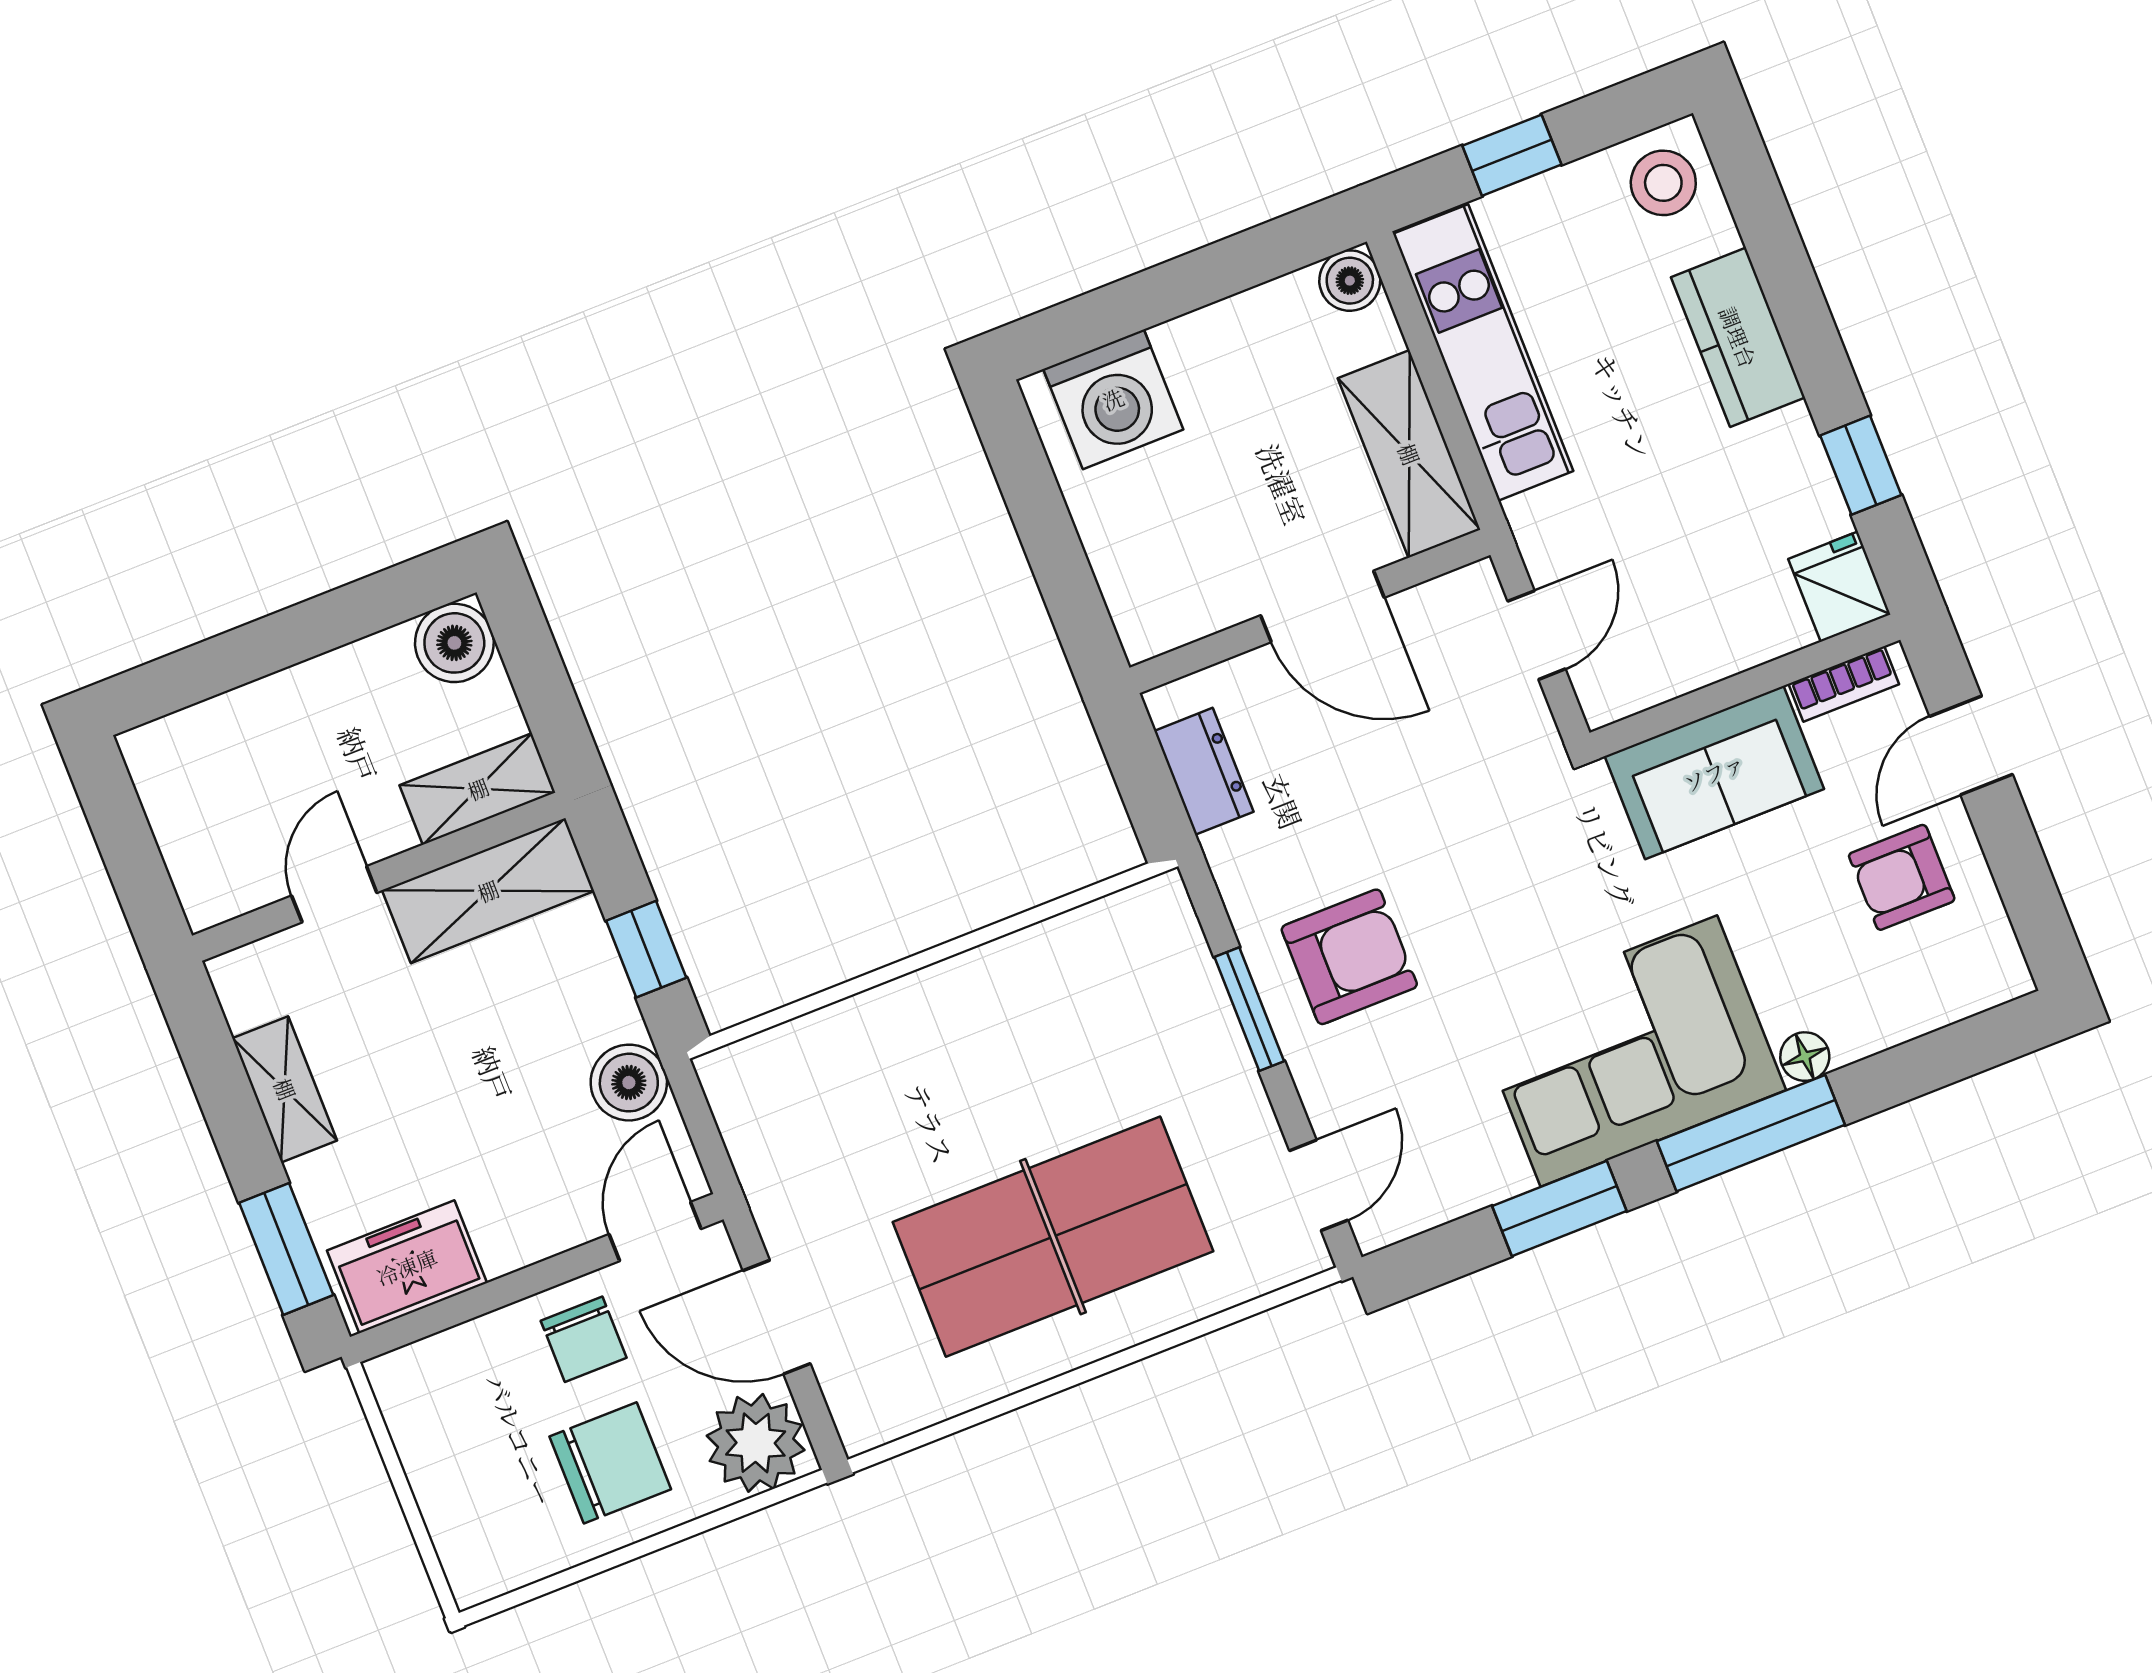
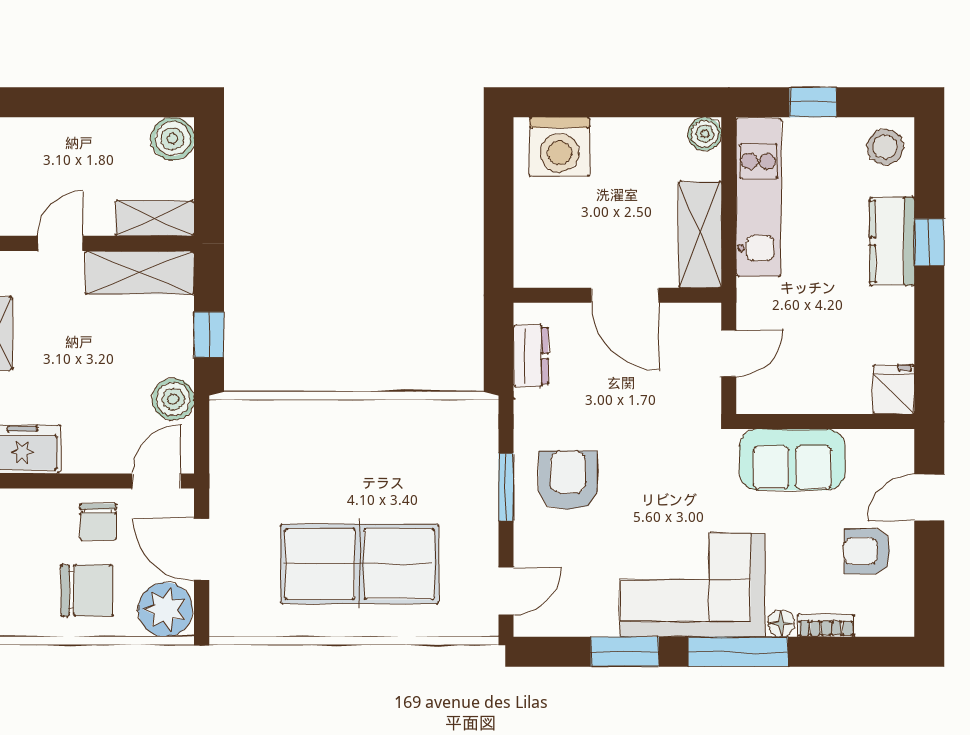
window: (1861, 465) -> (929, 242), moved
bookcase: (1844, 684) -> (826, 626), moved, turned 180
armchair: (1349, 957) -> (568, 480), turned -90

